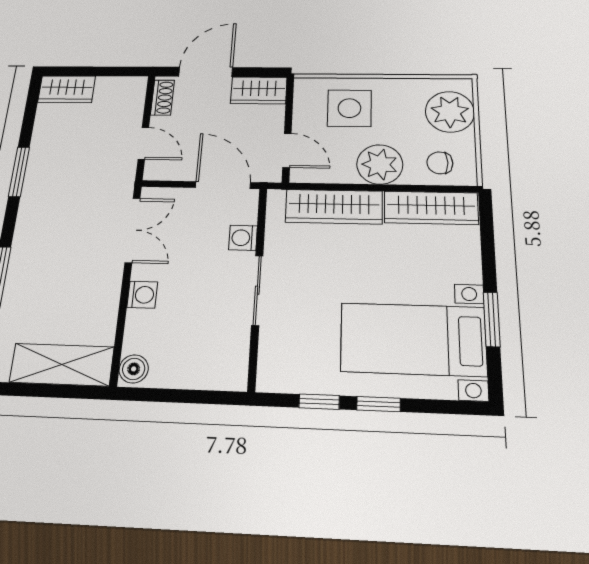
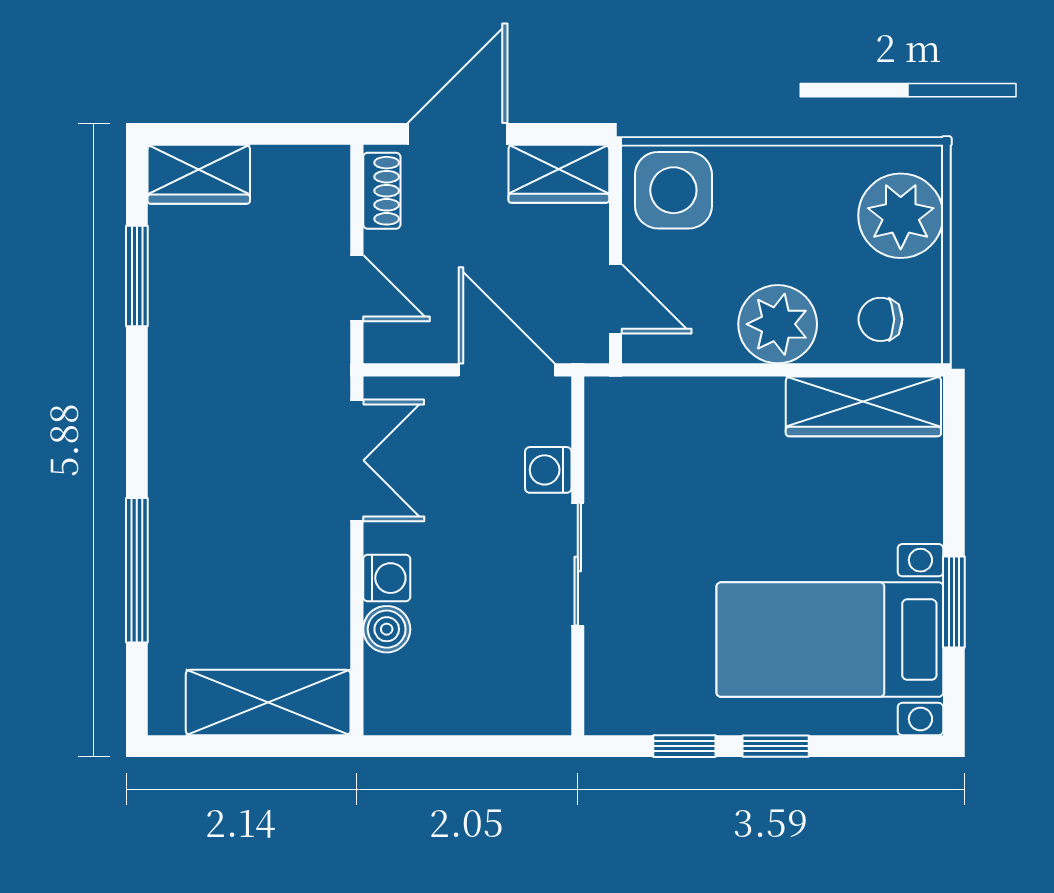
side table: (349, 108) -> (673, 190), moved
window: (19, 172) -> (137, 276), moved
wardrobe: (334, 207) -> (700, 408), removed
boiler: (134, 369) -> (387, 629), moved

